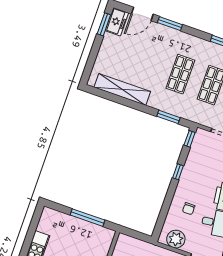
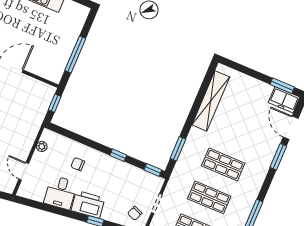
window: (134, 234) -> (55, 103), added
plant: (176, 239) -> (42, 146), width x0.53, depth x0.53

